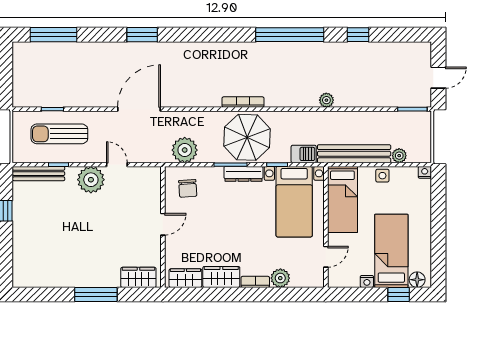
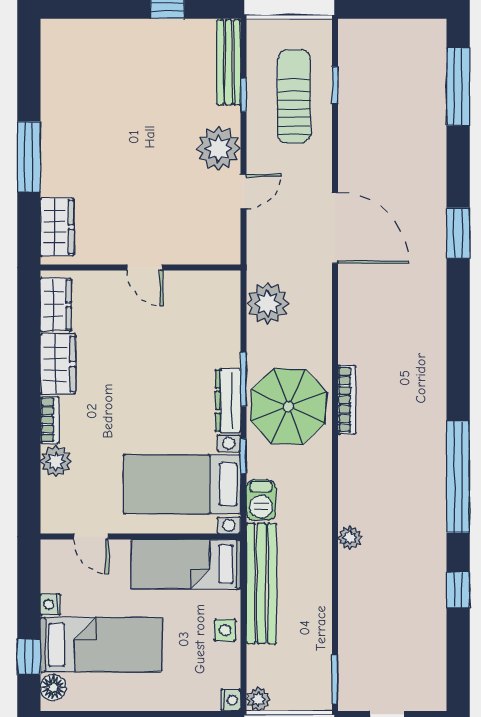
plant: (399, 156) -> (258, 699), moved
chair: (188, 188) -> (204, 309), removed

